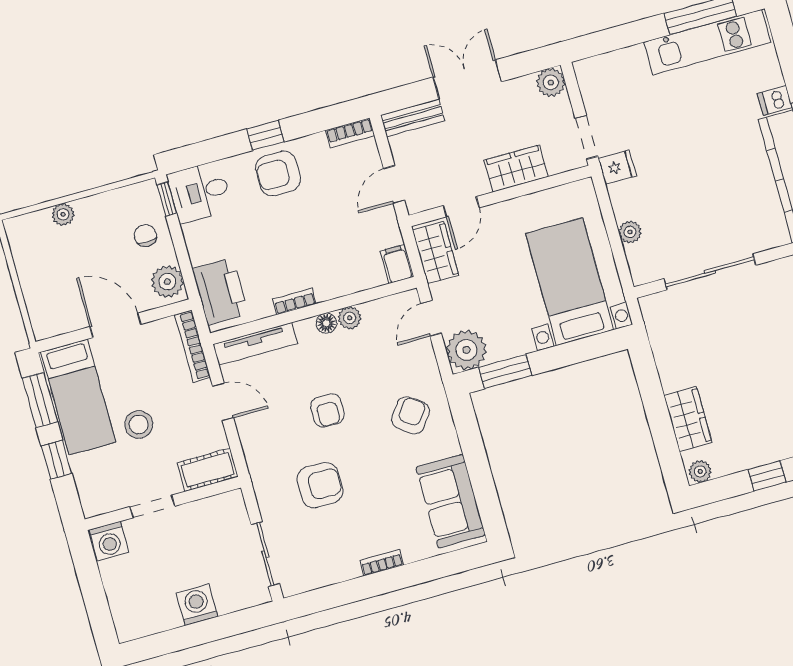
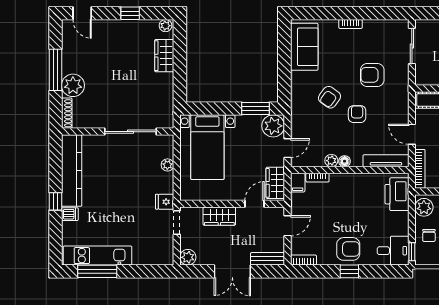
bookcase: (294, 301) -> (317, 178), moved
armchair: (410, 415) -> (330, 97), moved

